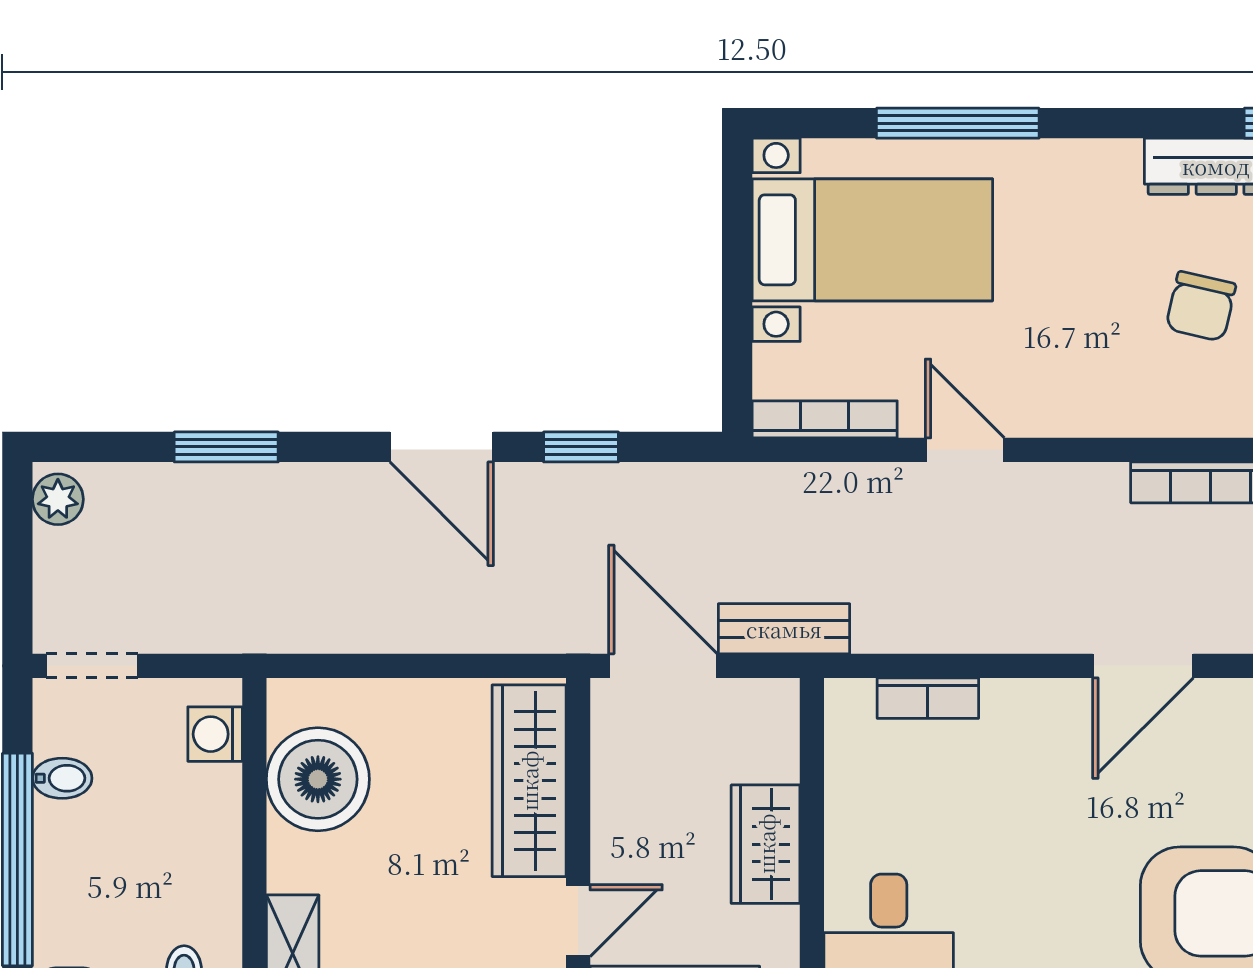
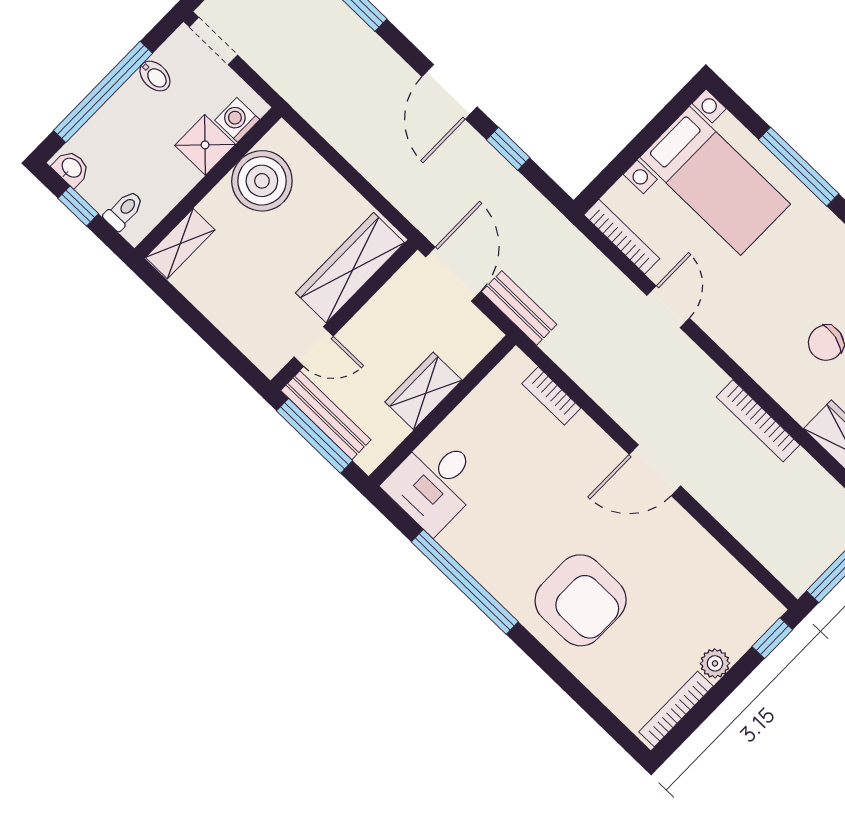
shower: (206, 803) -> (205, 145), added

